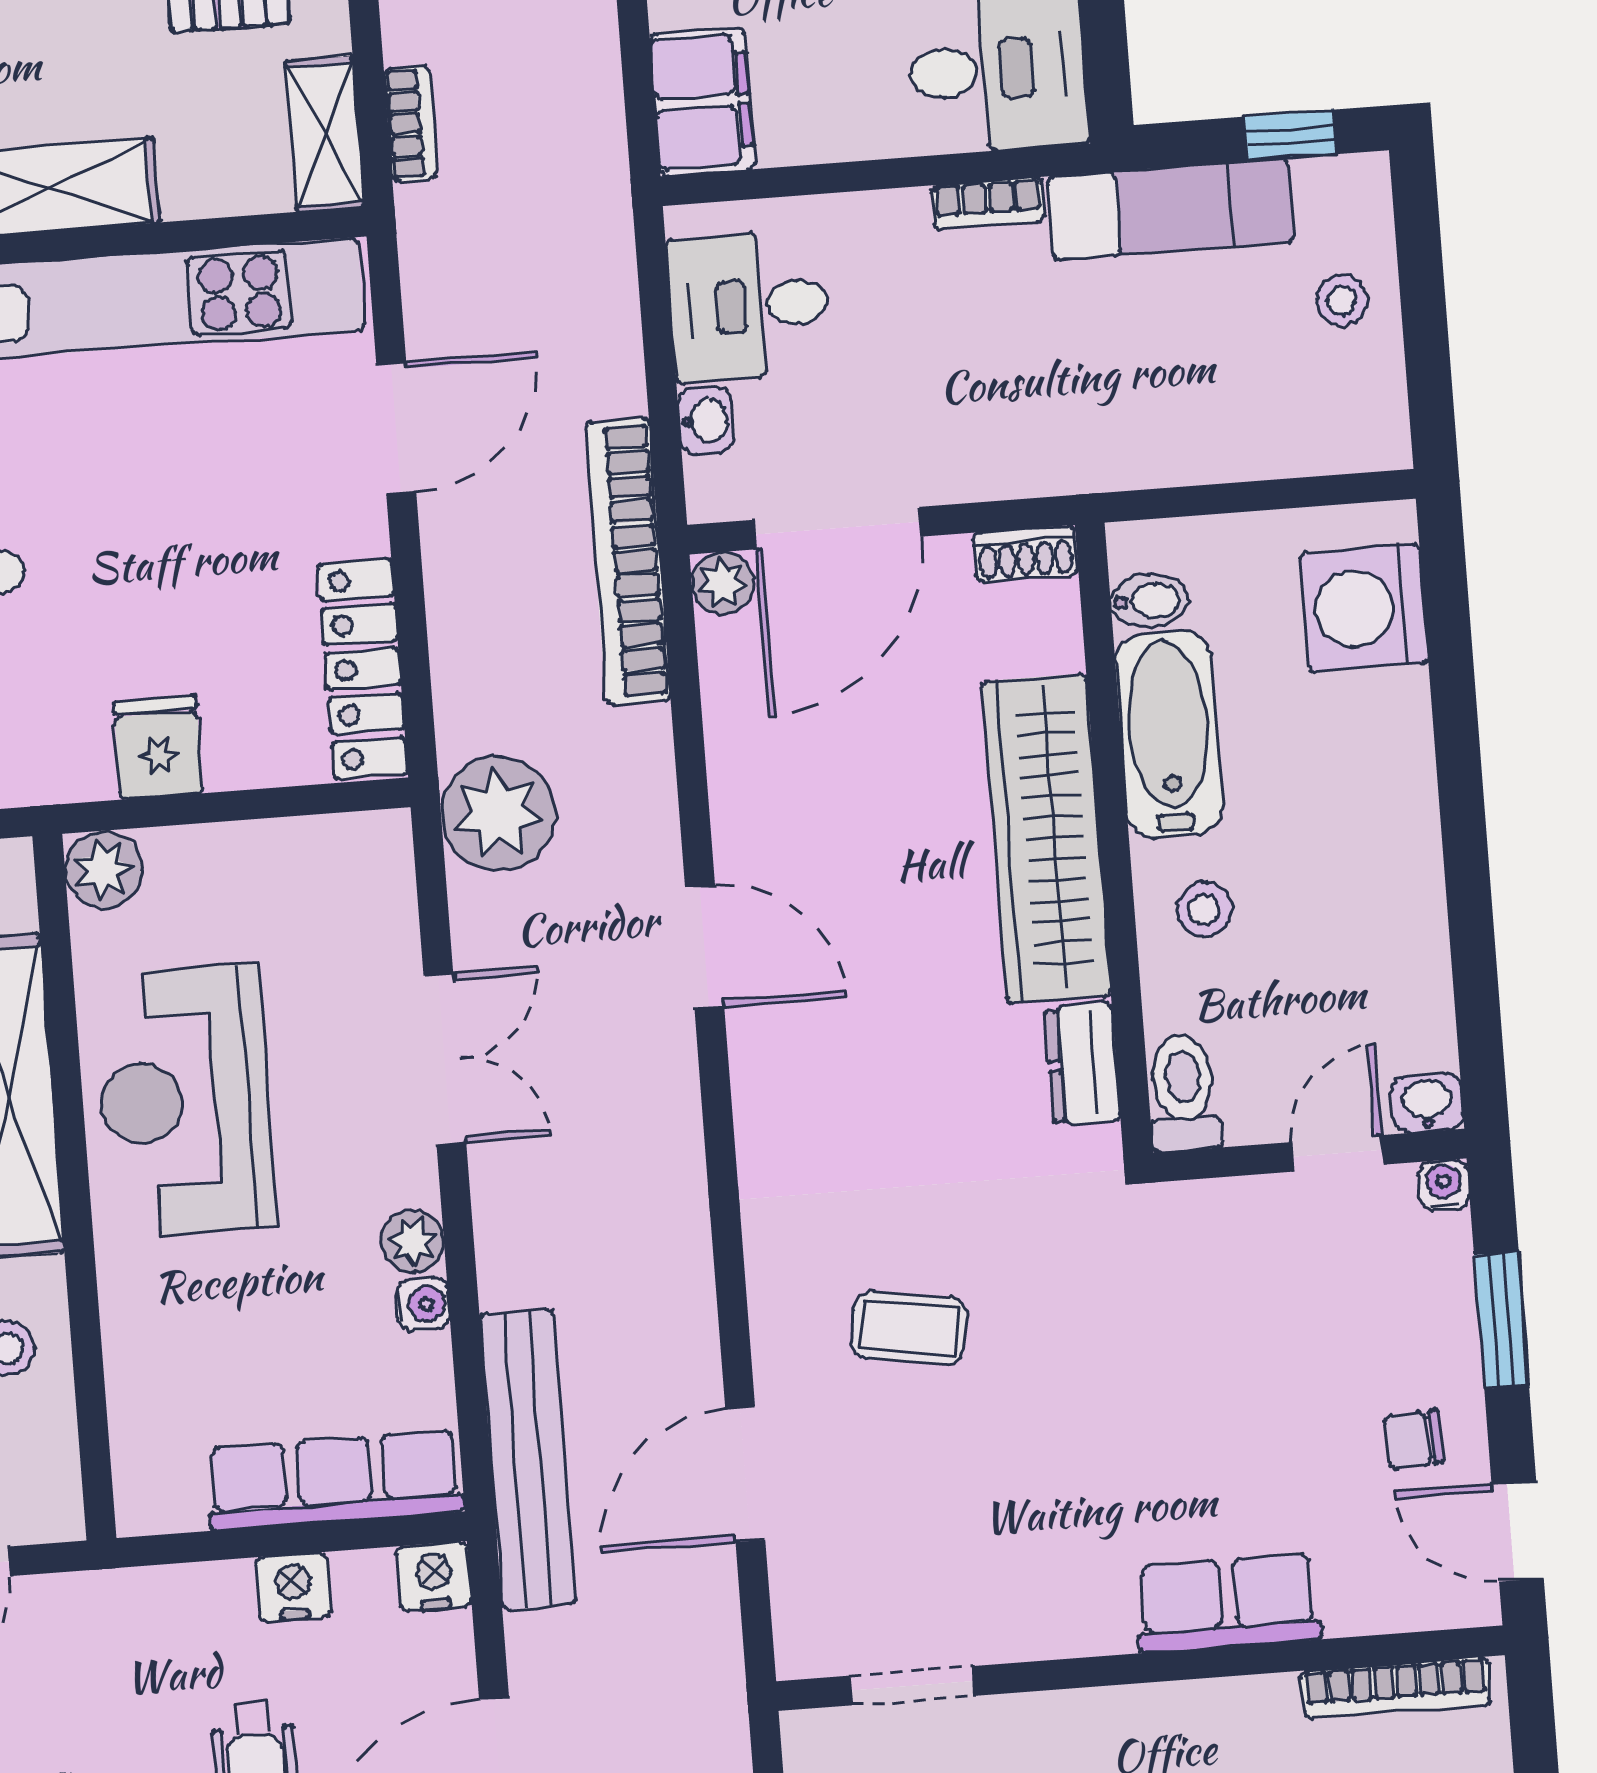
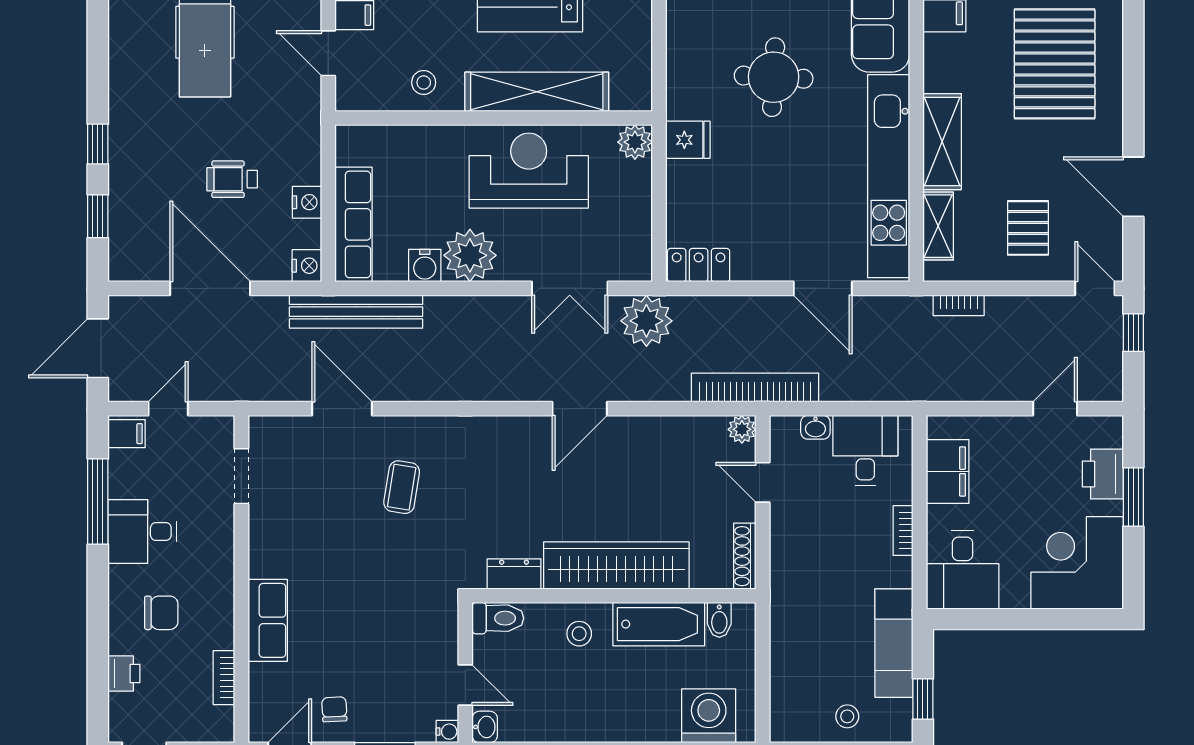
filing cabinet: (702, 102) -> (948, 471), moved, turned -90
shelving: (325, 134) -> (938, 226), moved, turned 90
bookcase: (988, 203) -> (903, 531), moved
door: (837, 528) -> (763, 482), width x0.53
shoe rack: (1026, 554) -> (745, 556), width x1.43
locker: (363, 669) -> (699, 265), width x0.66
fridge: (158, 747) -> (688, 140), moved
double door: (445, 1059) -> (570, 288), moved
plant: (413, 1241) -> (470, 255), width x1.88, depth x1.88
water cooler: (423, 1304) -> (425, 265), width x1.38, depth x1.38
bookcase: (1396, 1688) -> (224, 678), width x0.64

